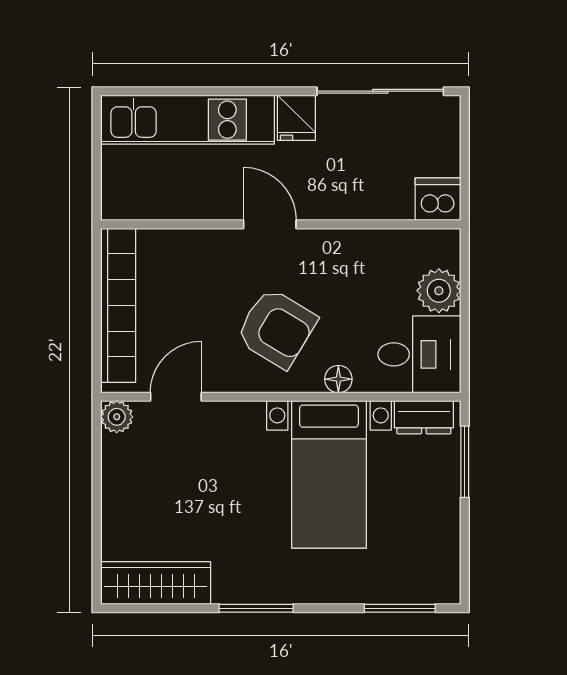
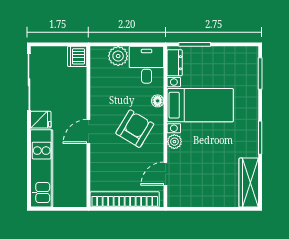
door: (176, 397) -> (165, 174), hinge flipped
plant: (117, 417) -> (174, 142), moved

